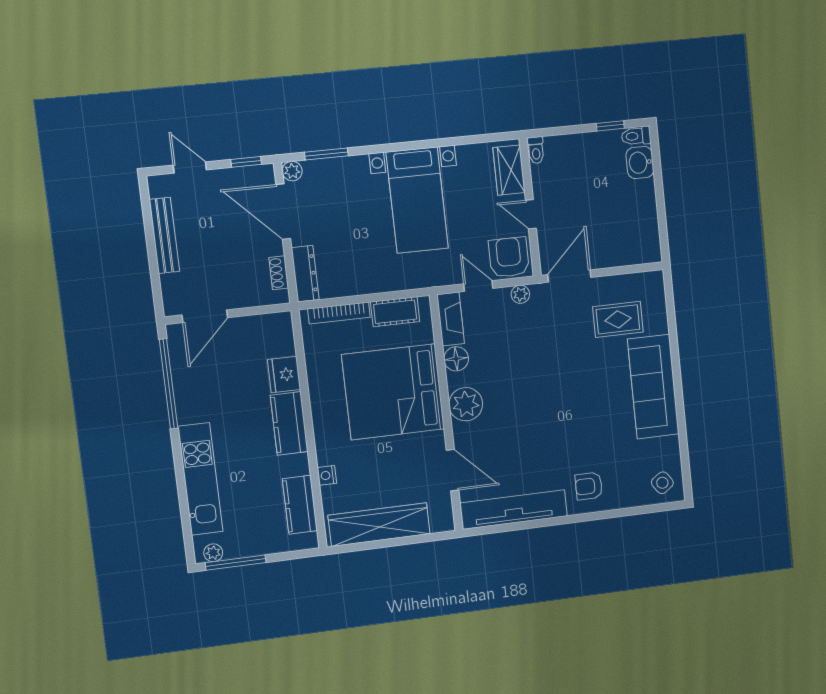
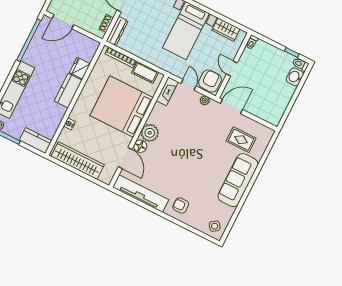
wardrobe: (509, 170) -> (226, 30), moved, turned -90
floor lamp: (456, 359) -> (140, 146), moved
kitchen counter: (300, 505) -> (35, 141), moved, turned 90

